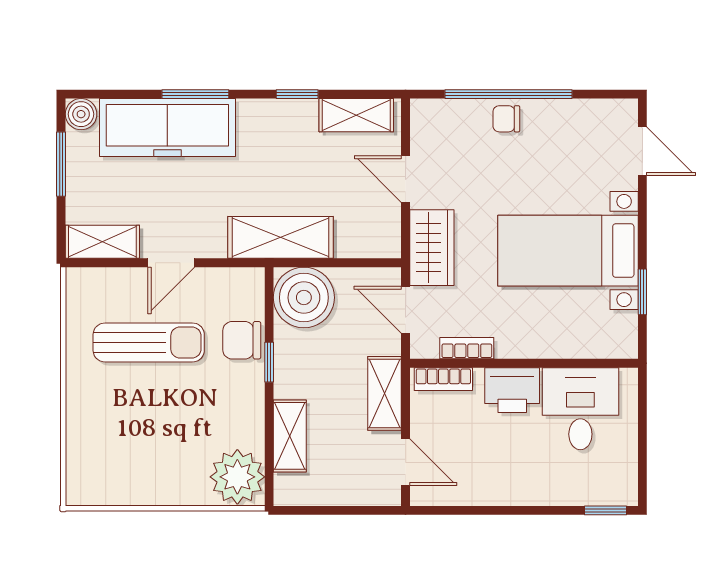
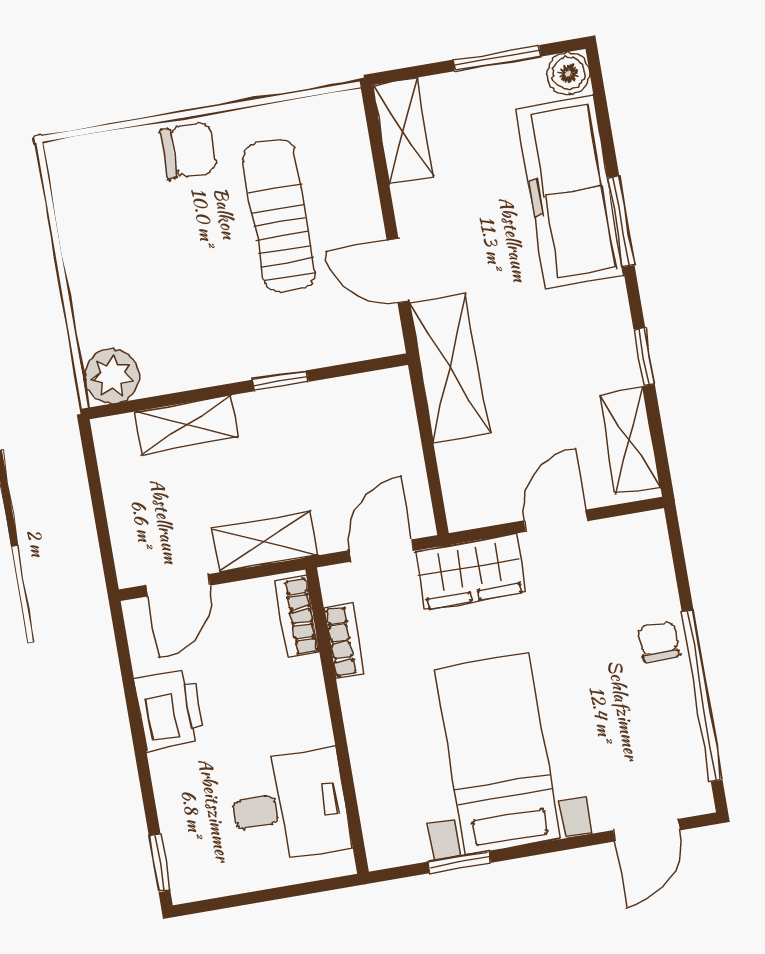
window: (508, 94) -> (702, 696), moved
door: (171, 263) -> (398, 271), moved
boiler: (304, 298) -> (375, 412), removed
chair: (242, 340) -> (189, 151), moved, turned 90
sun lounger: (149, 342) -> (279, 216), turned 180
printer: (512, 390) -> (170, 710), moved, turned 180
plant: (237, 477) -> (112, 376), width x0.73, depth x0.73

